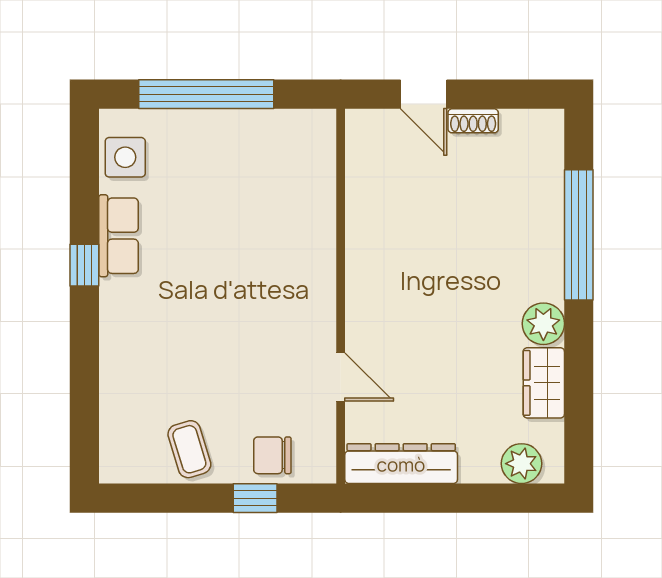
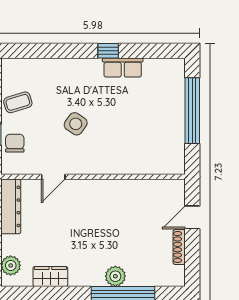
shoe rack: (473, 121) -> (179, 247), width x1.43
side table: (125, 157) -> (76, 124), moved, turned 35
plant: (543, 324) -> (115, 276), moved

